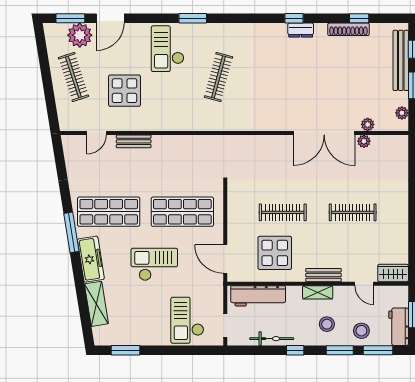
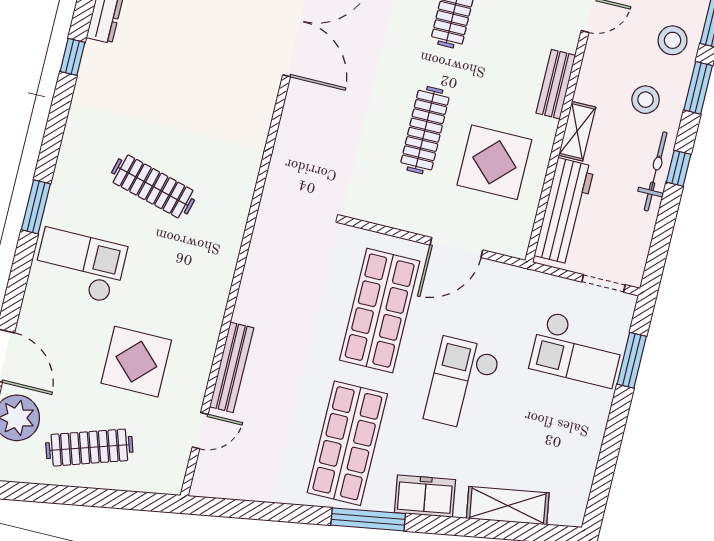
window: (294, 18) -> (72, 57), moved
checkout: (168, 49) -> (80, 266), turned 180
door: (96, 133) -> (200, 431), hinge flipped
bench: (134, 141) -> (232, 367), width x1.36
freezer: (91, 259) -> (425, 496), width x0.71
door: (225, 259) -> (456, 247), moved
shelving: (318, 292) -> (577, 131), moved
bicycle: (272, 339) -> (656, 171), moved
window: (125, 350) -> (632, 360), moved

